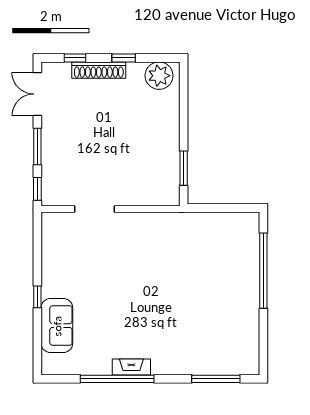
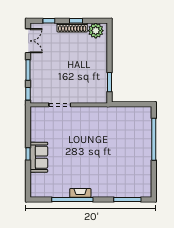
shoe rack: (99, 70) -> (72, 27), moved
double door: (37, 94) -> (28, 41), swing flipped
sofa: (57, 326) -> (39, 157), moved

